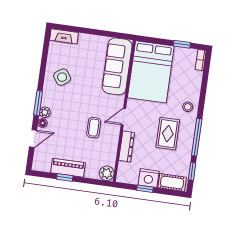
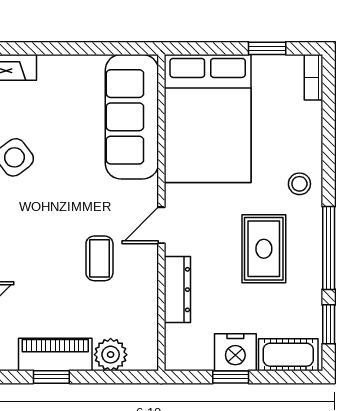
plant: (107, 173) -> (111, 355), moved

